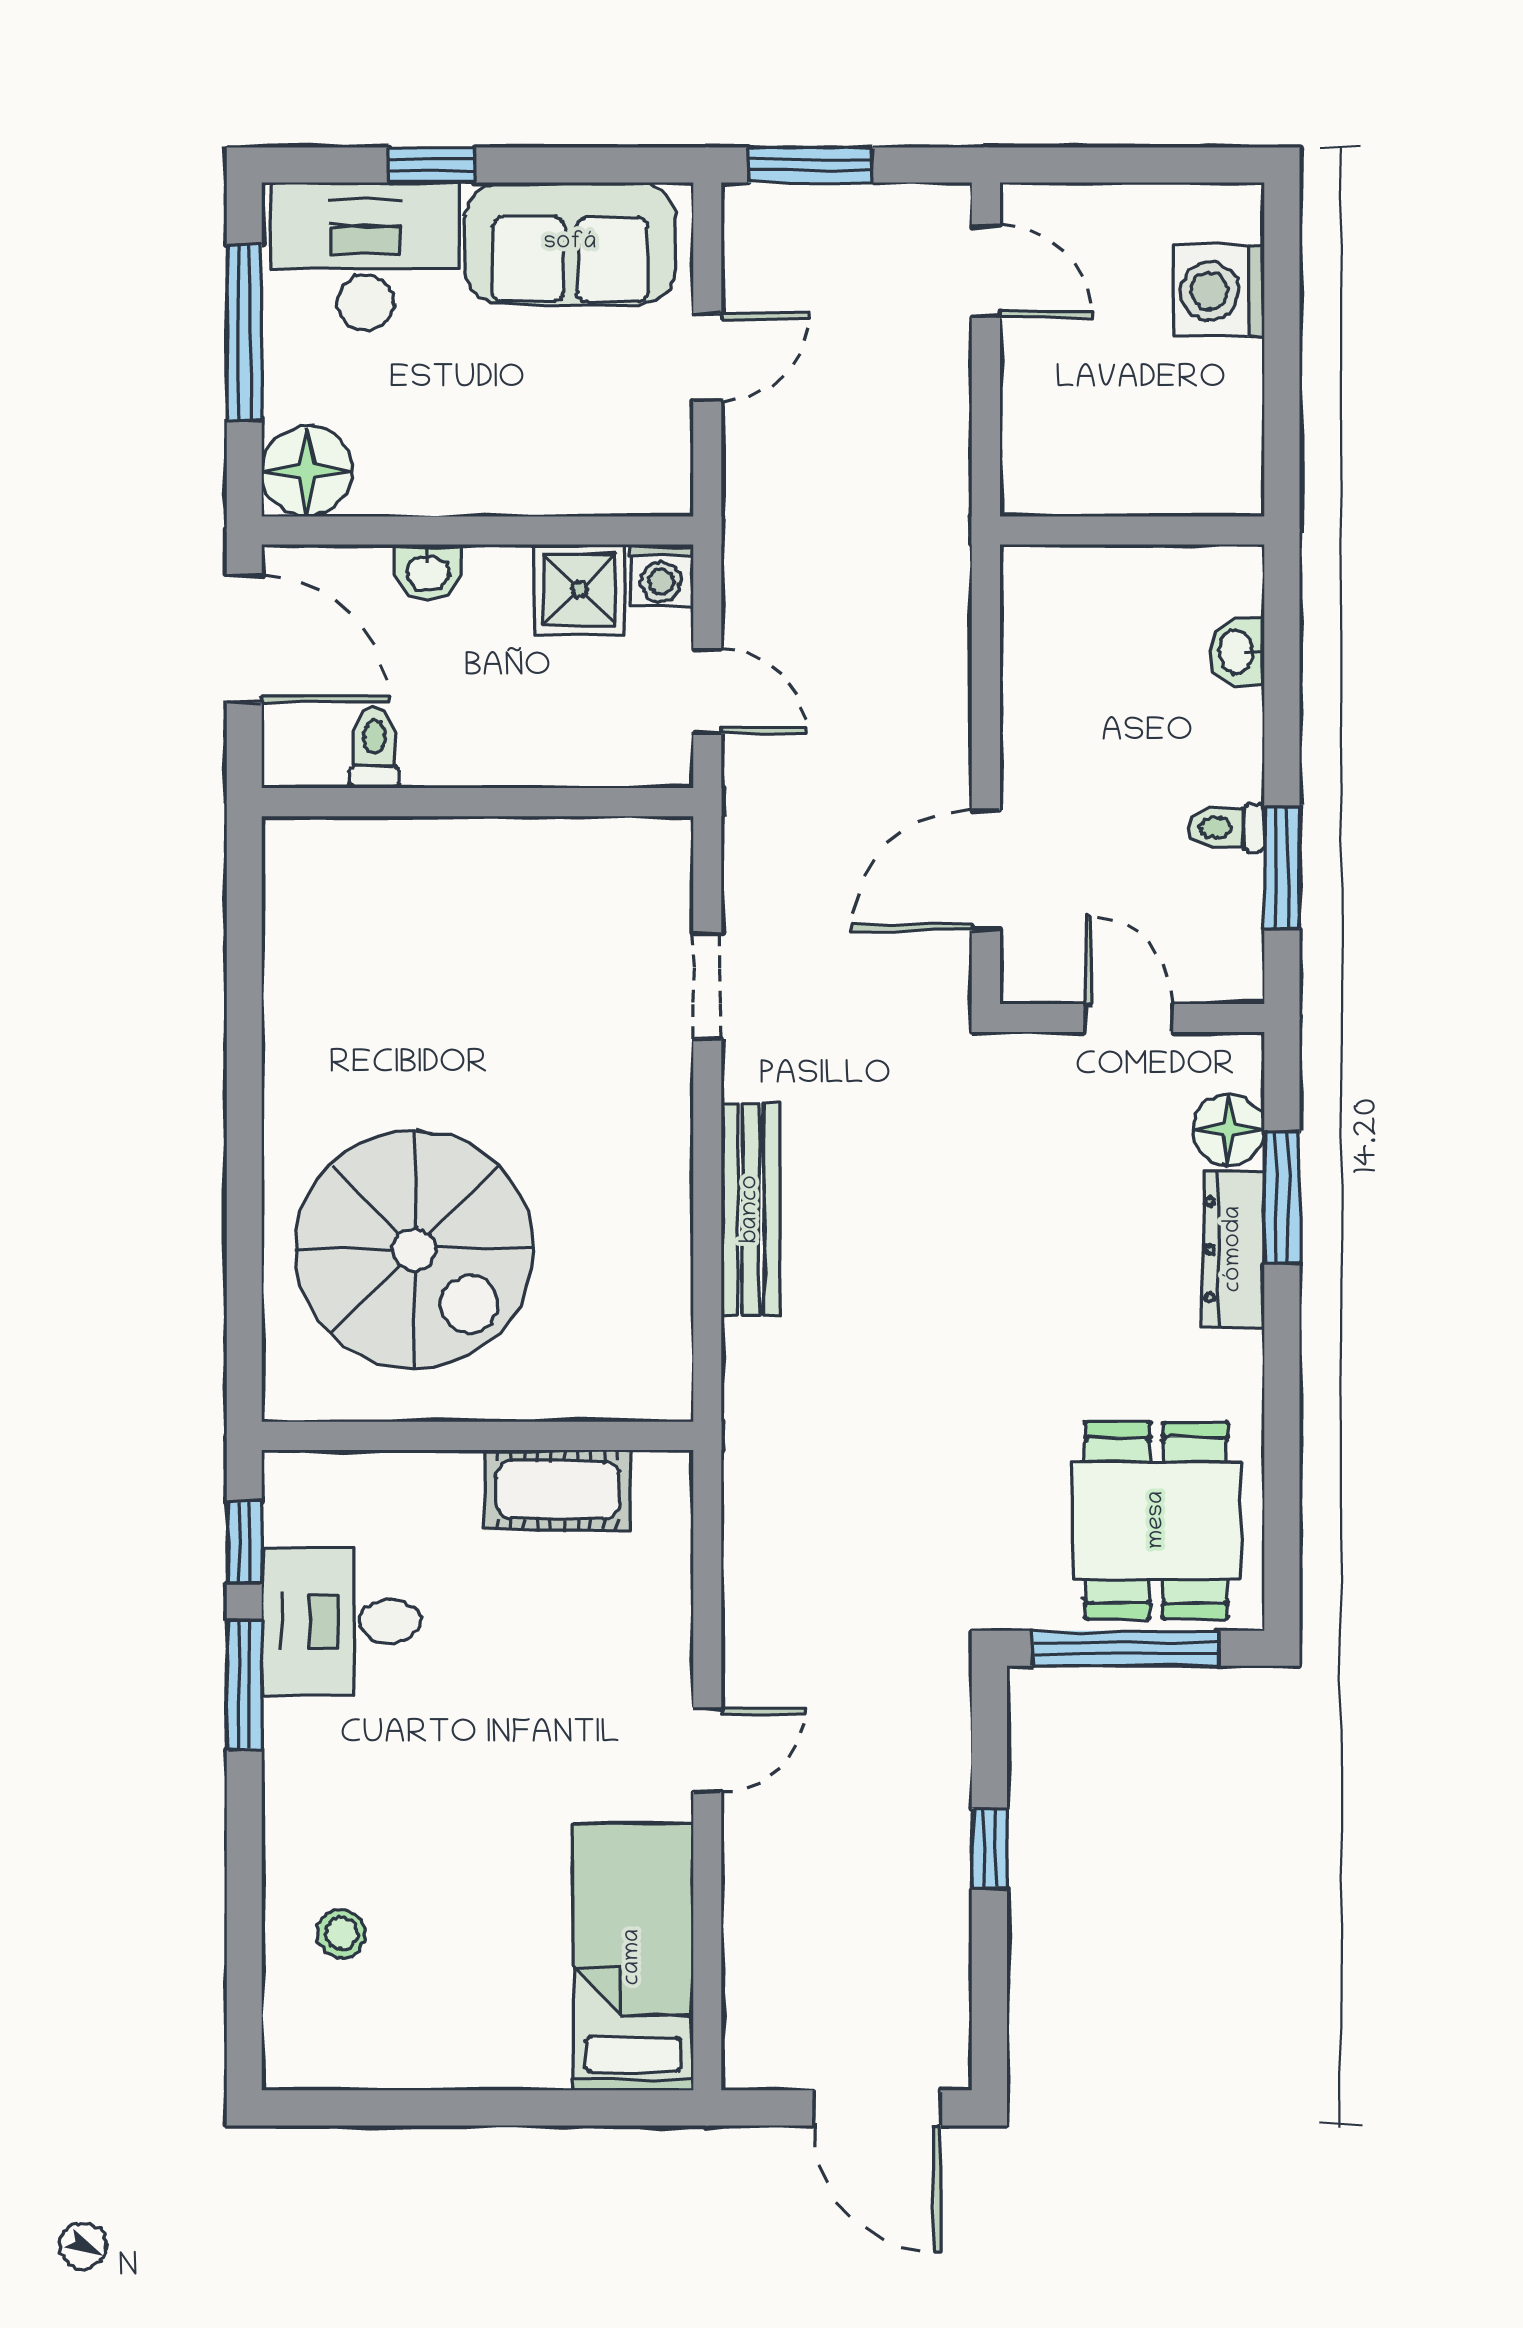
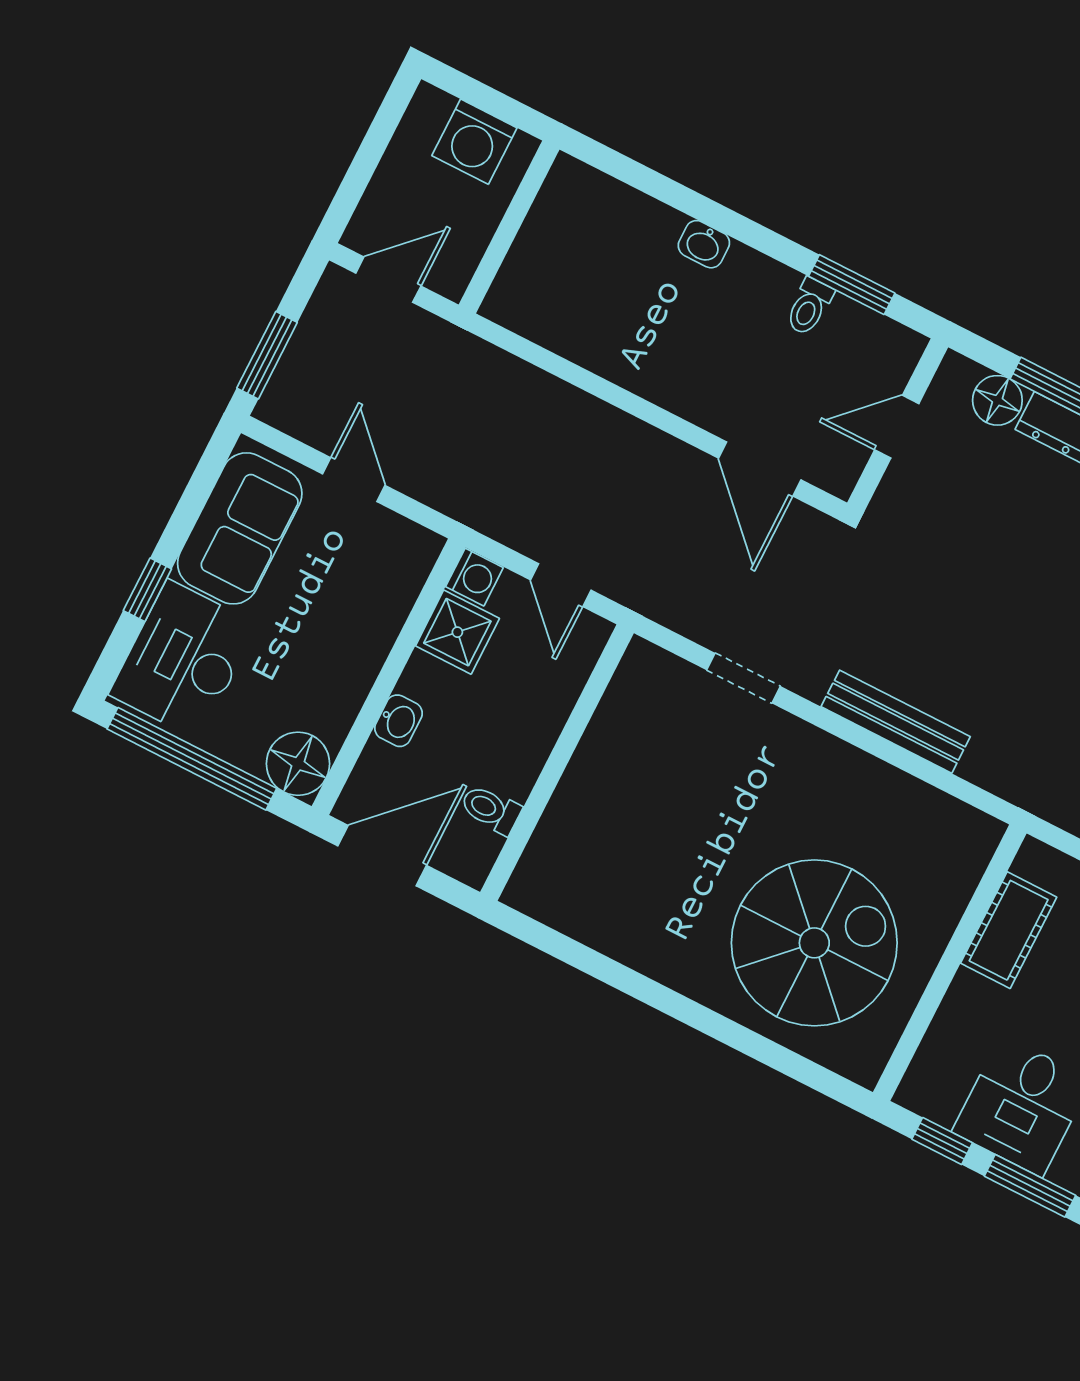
window: (244, 332) -> (192, 759), width x1.46
wall: (1132, 531) -> (509, 227), moved
door: (707, 691) -> (561, 585), swing flipped

